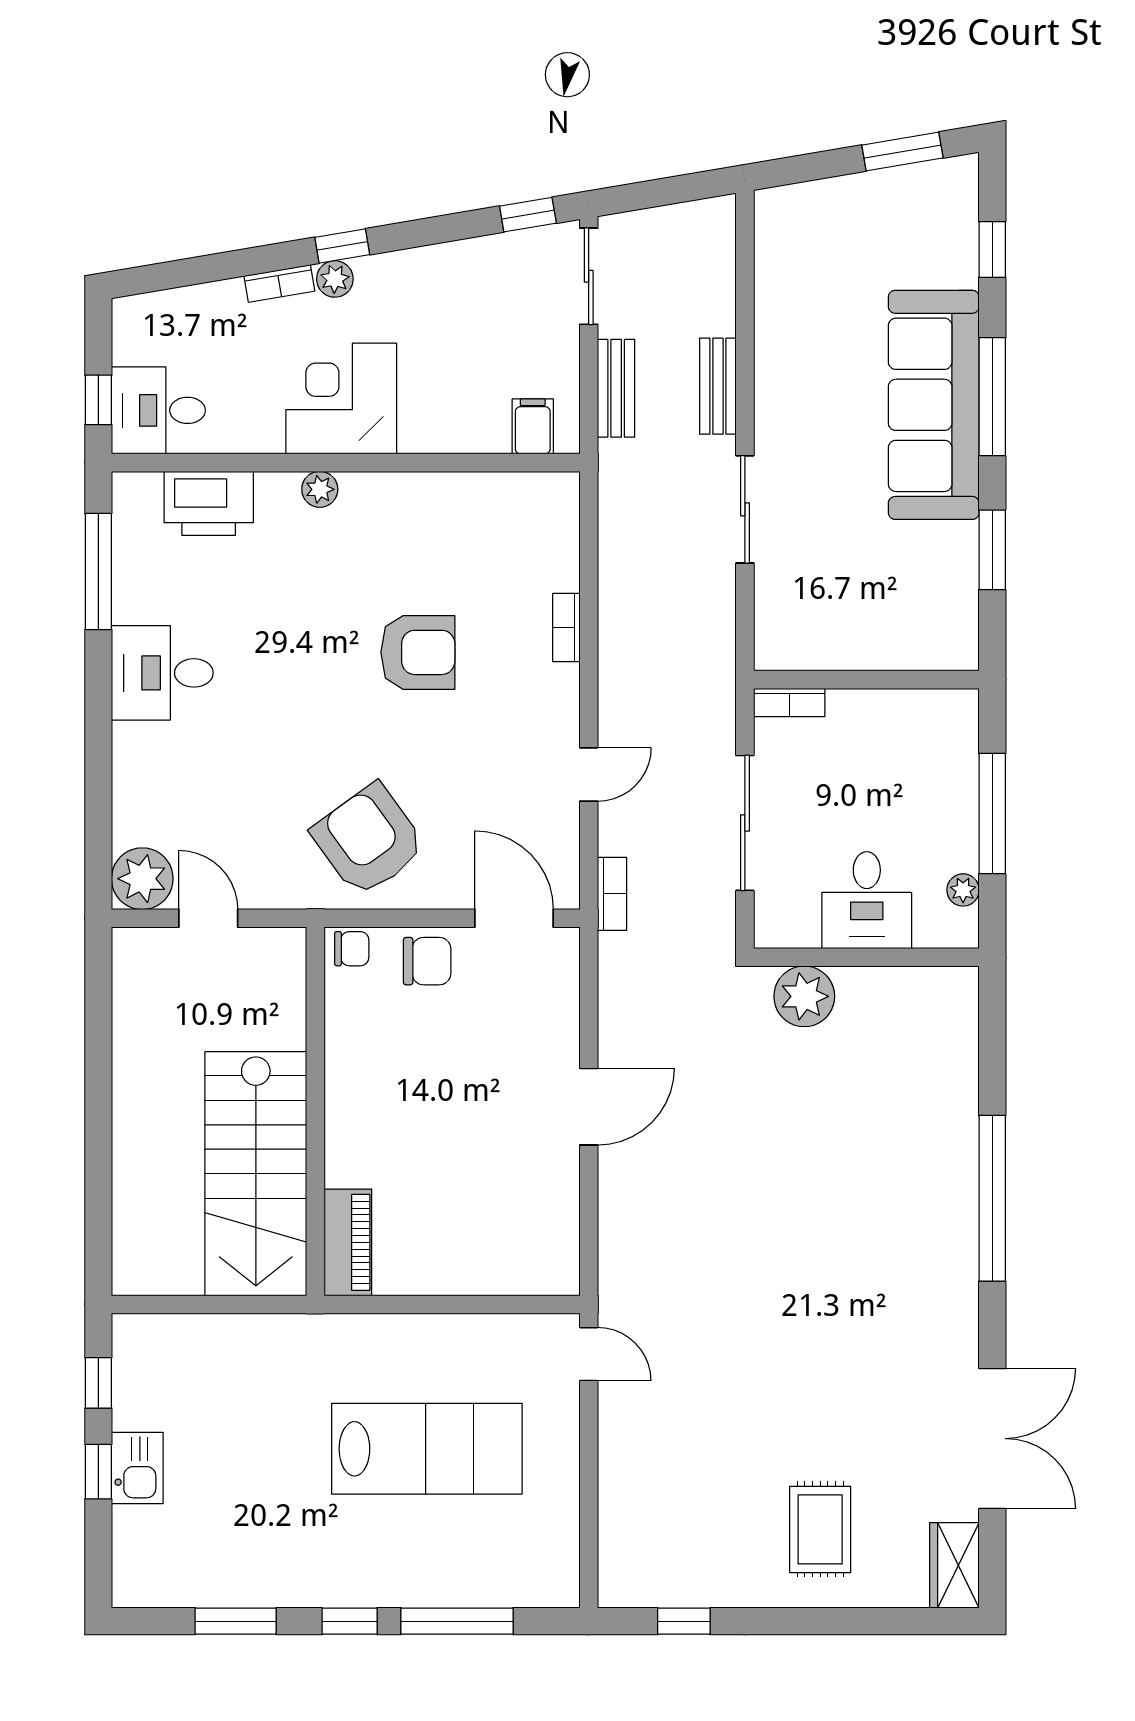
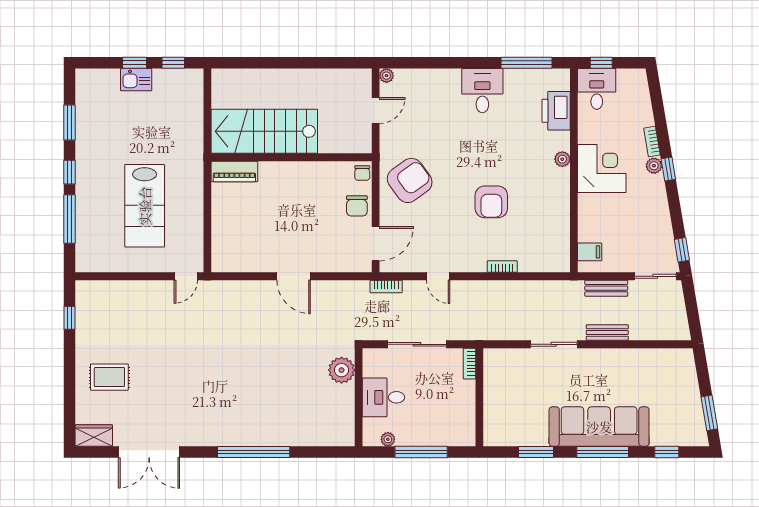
plant: (142, 879) -> (386, 76), width x0.53, depth x0.53

